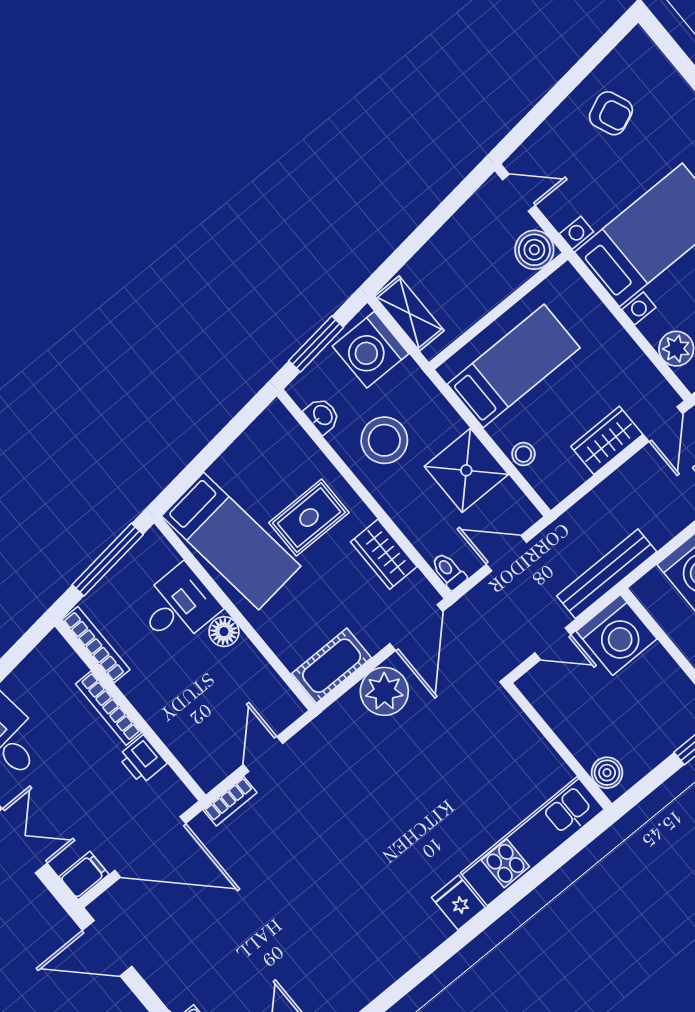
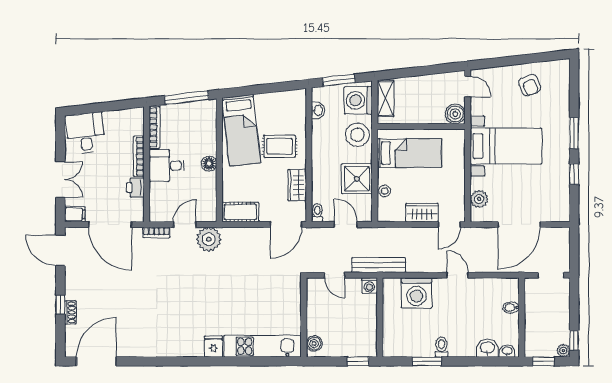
stool: (384, 440) -> (357, 135), moved
desk: (178, 606) -> (166, 166), moved, turned 180
washing machine: (617, 635) -> (369, 285), width x0.53, depth x0.53
plant: (384, 691) -> (209, 239), moved

